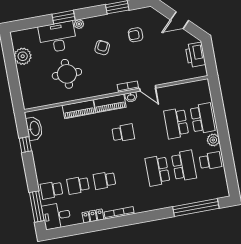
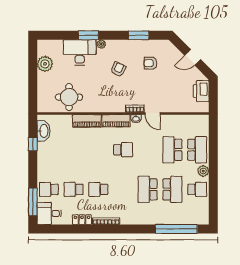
round table: (67, 74) -> (69, 97), moved

